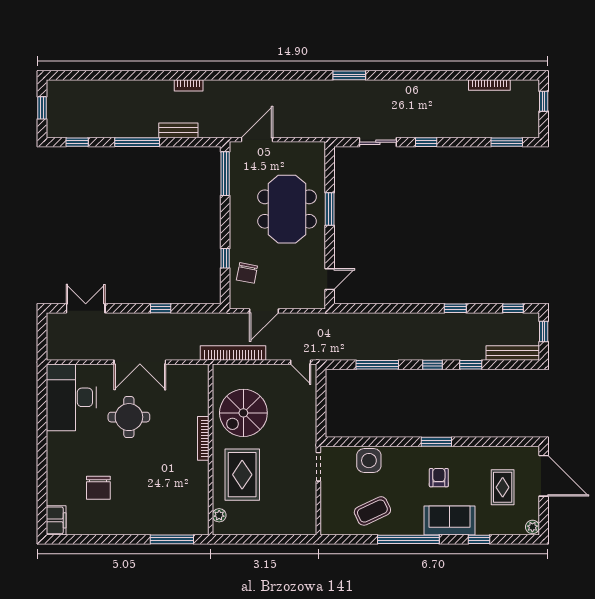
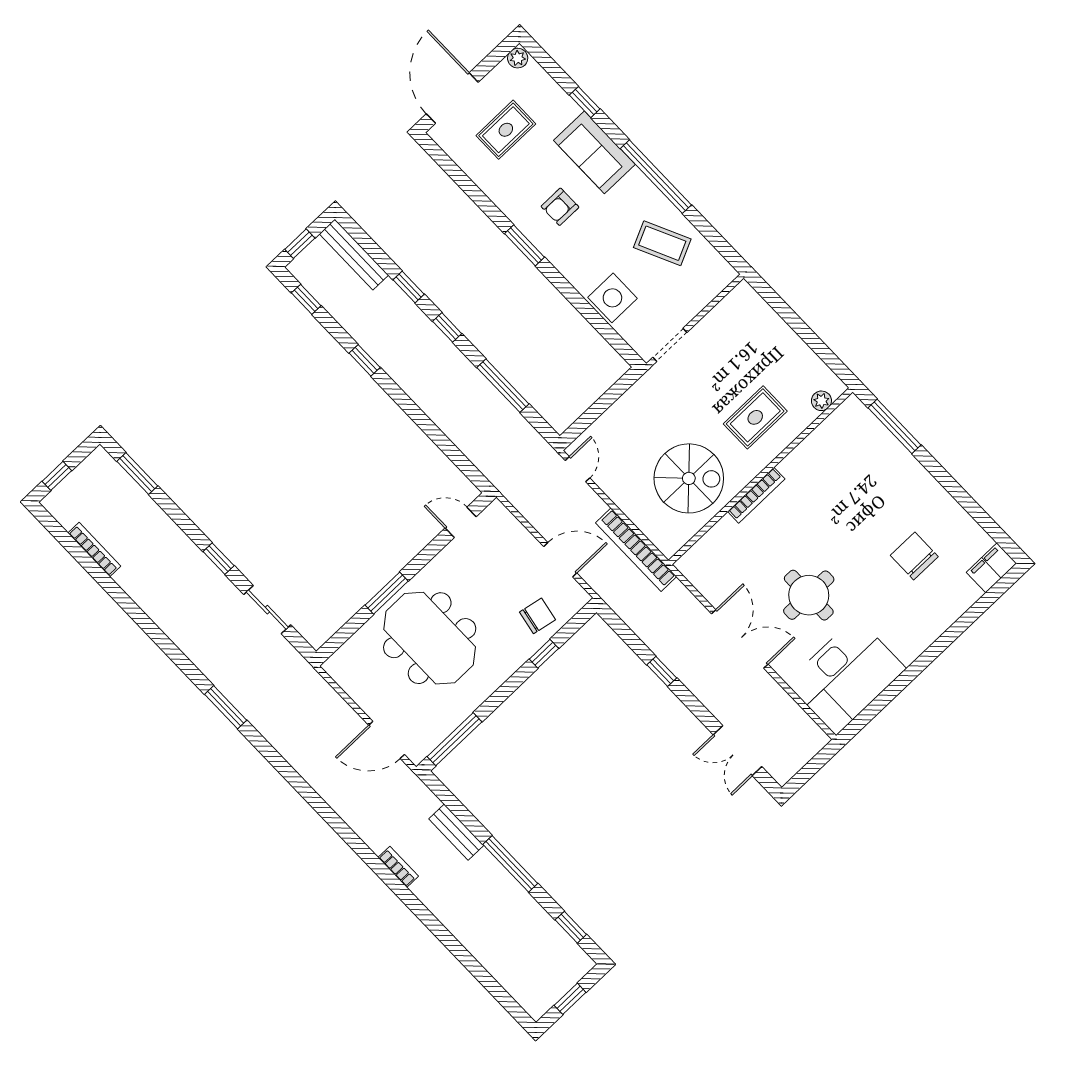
meeting table: (287, 209) -> (430, 638), turned 90
rug: (242, 475) -> (755, 417), width x0.73, depth x0.70
chair: (98, 488) -> (914, 556), turned -90

